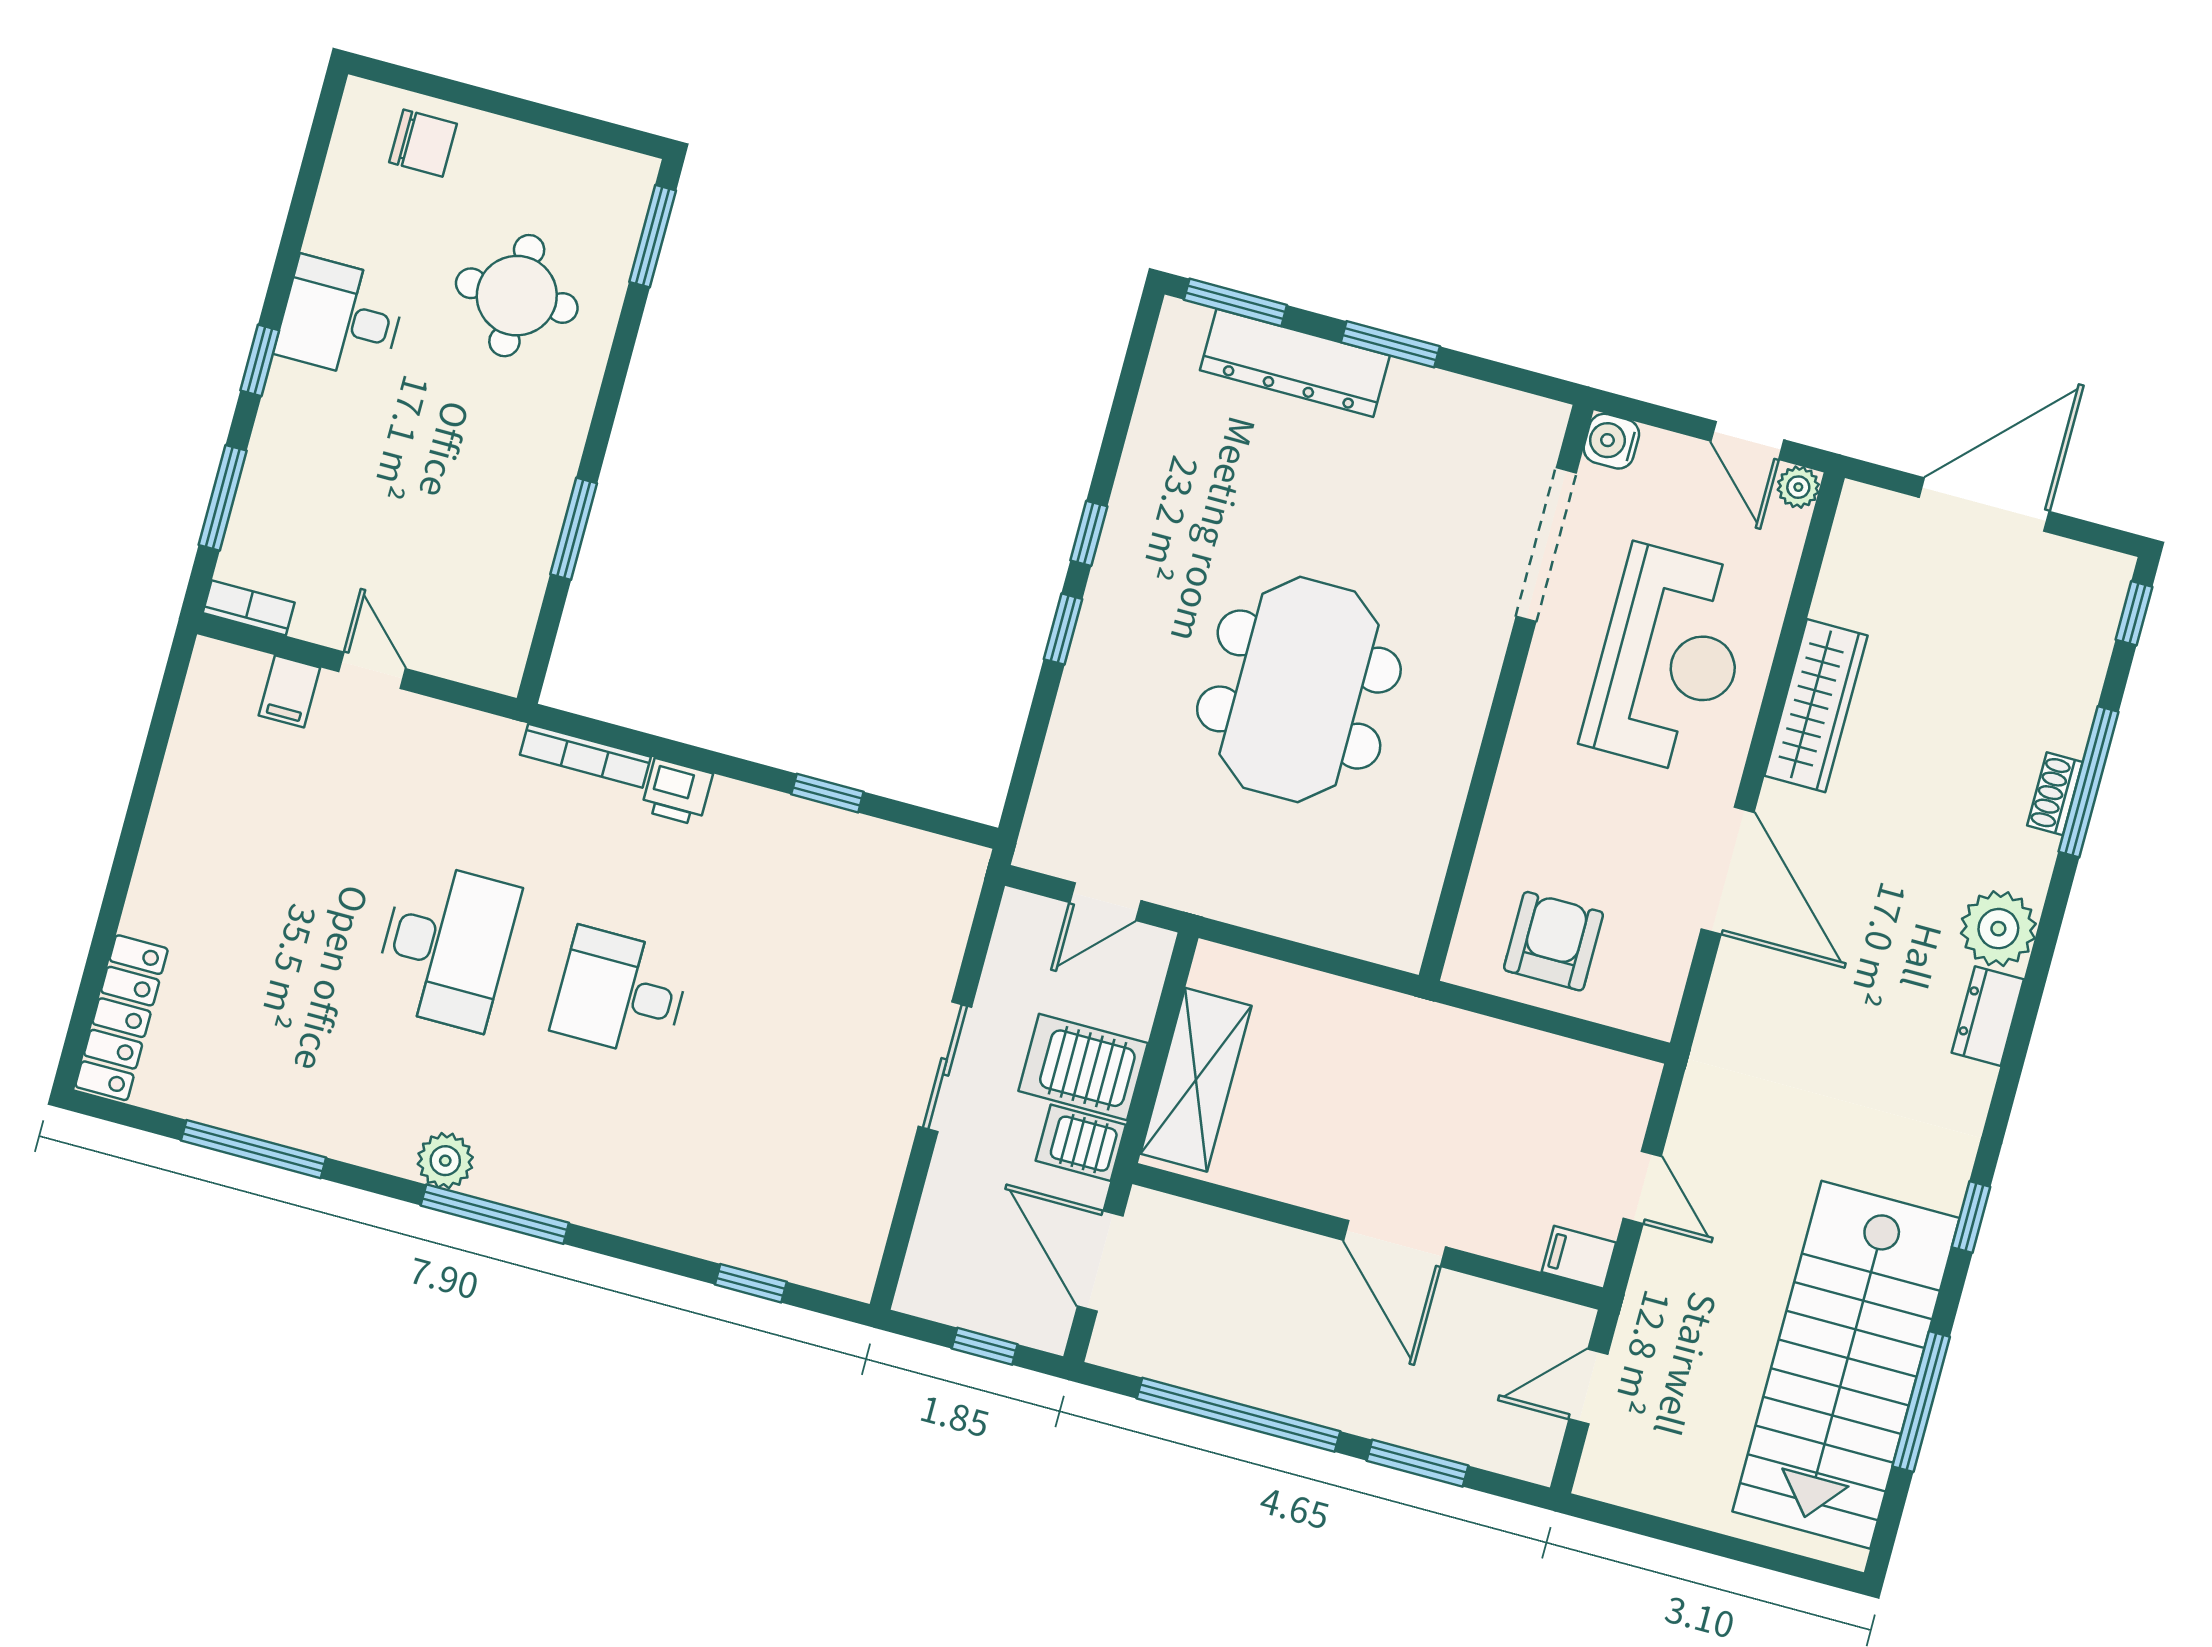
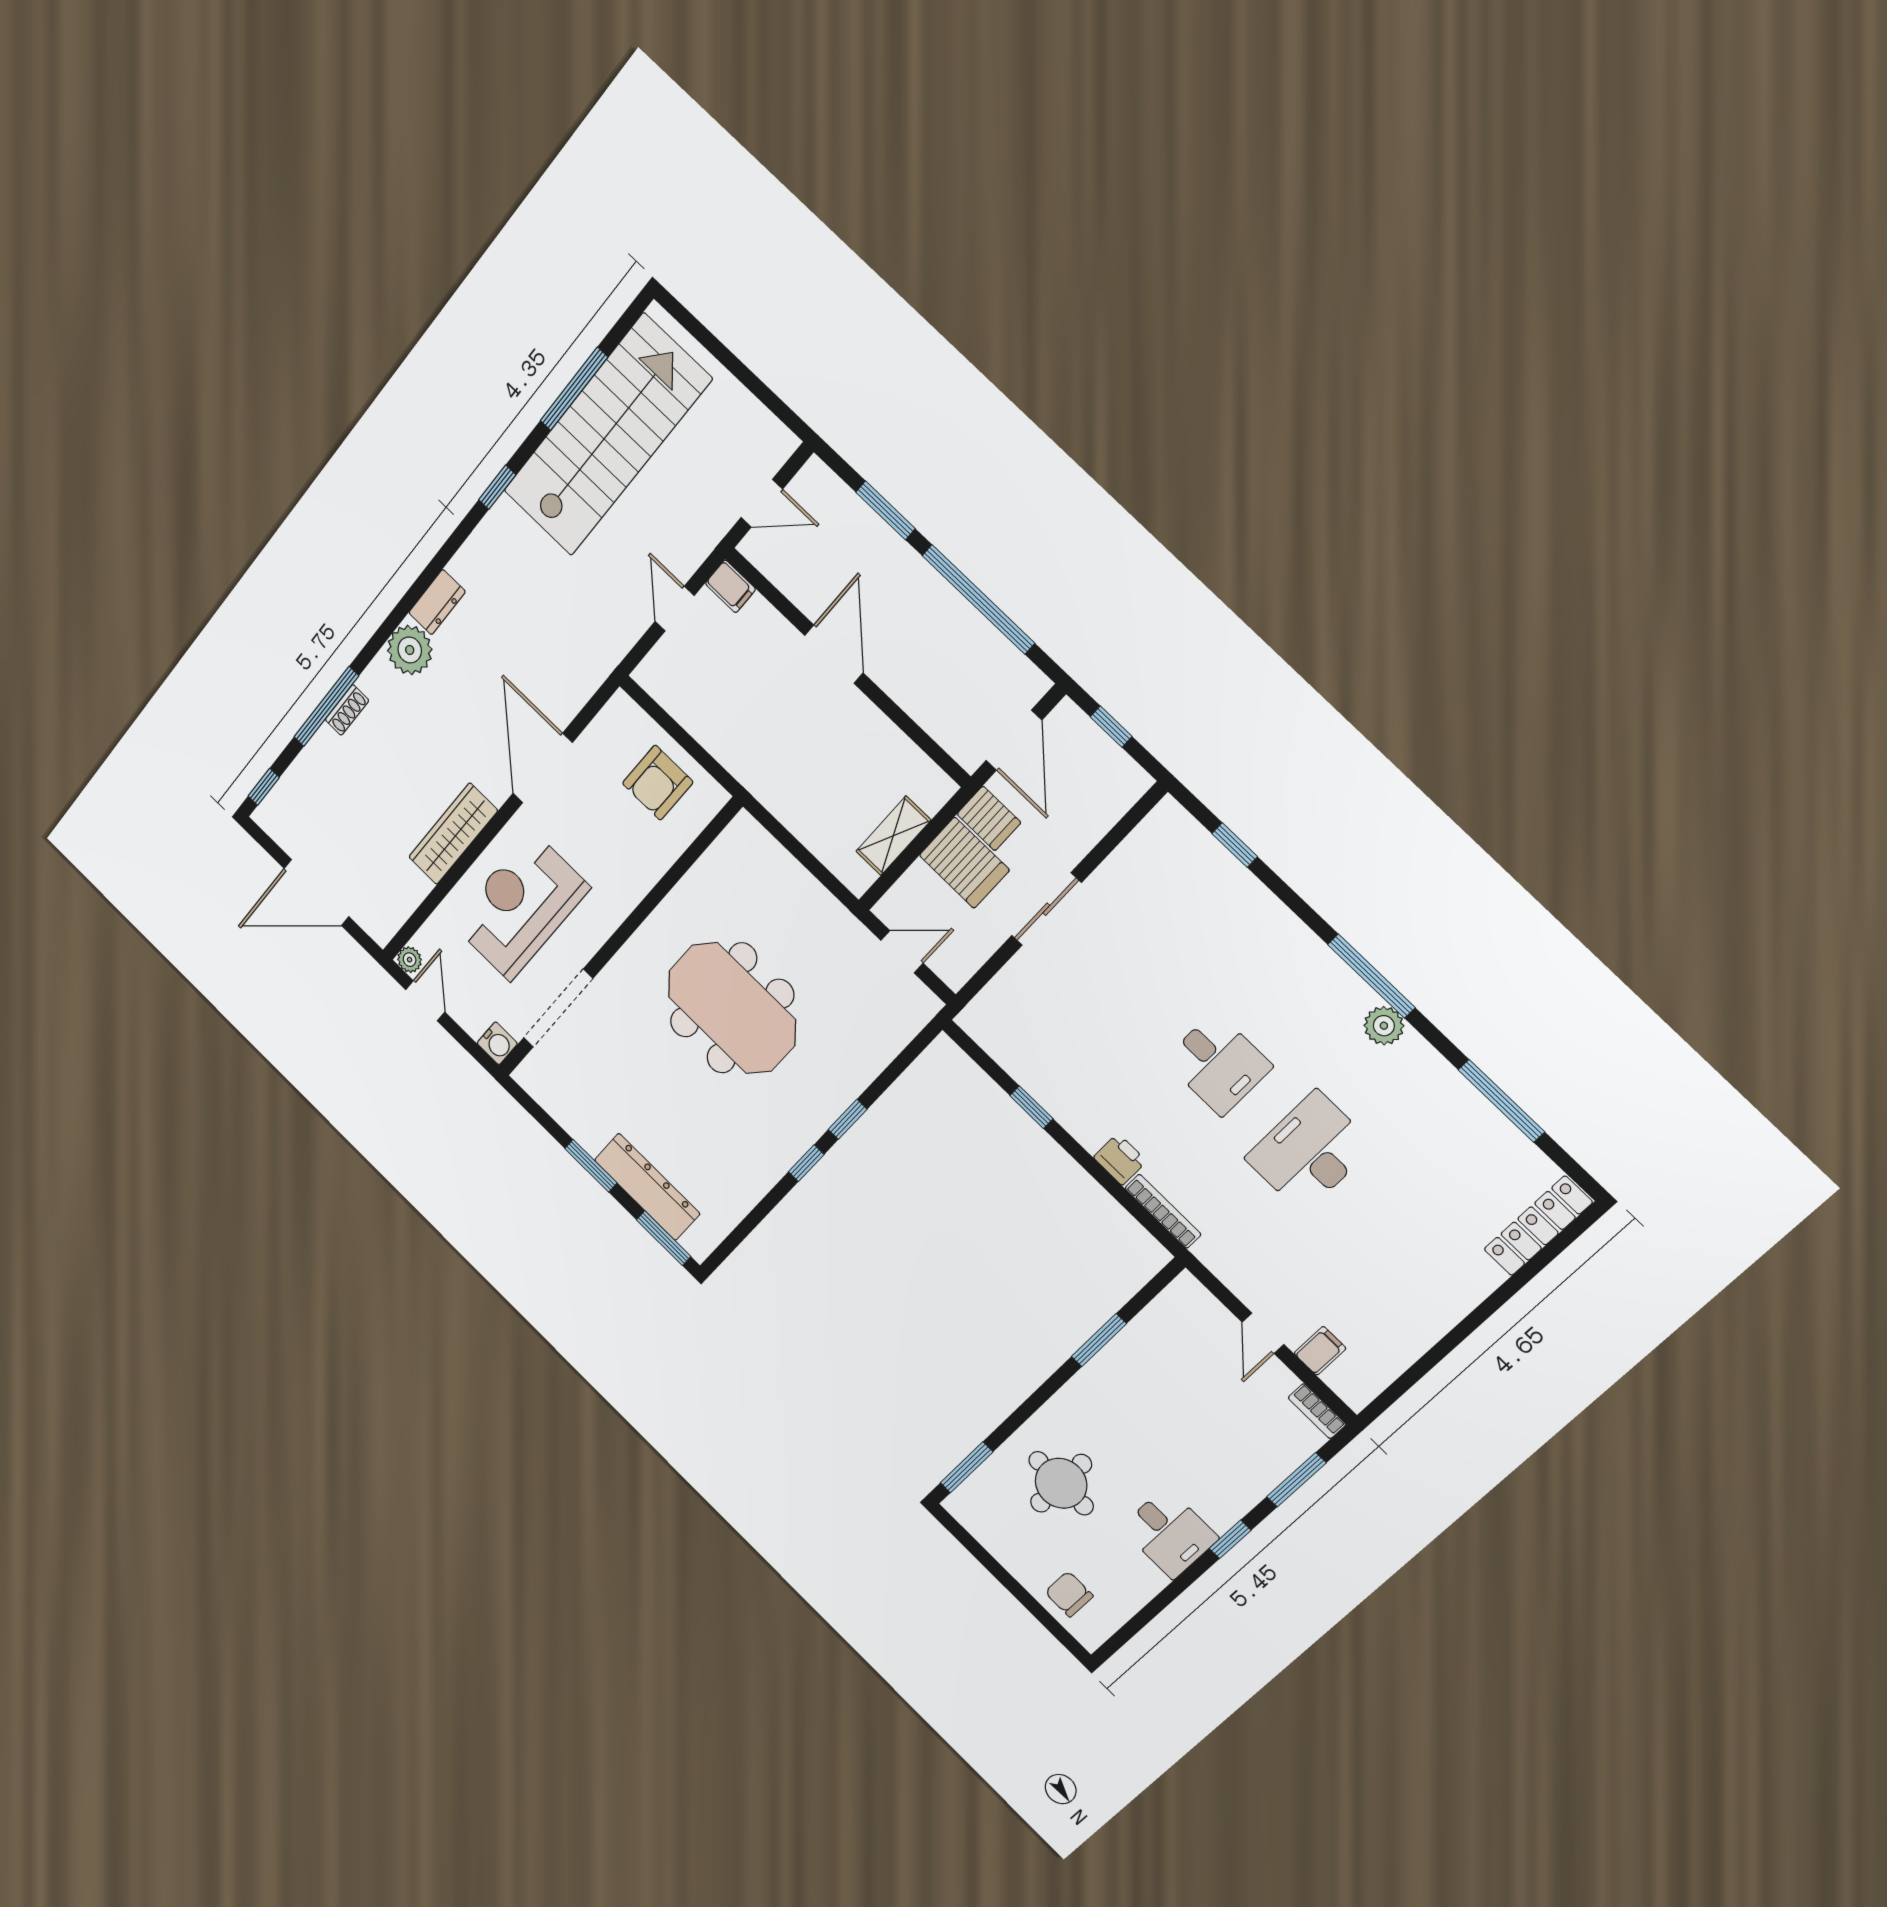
meeting table: (1299, 690) -> (732, 1008), turned 90
shelving: (1196, 1080) -> (893, 836), width x0.67, depth x0.75

